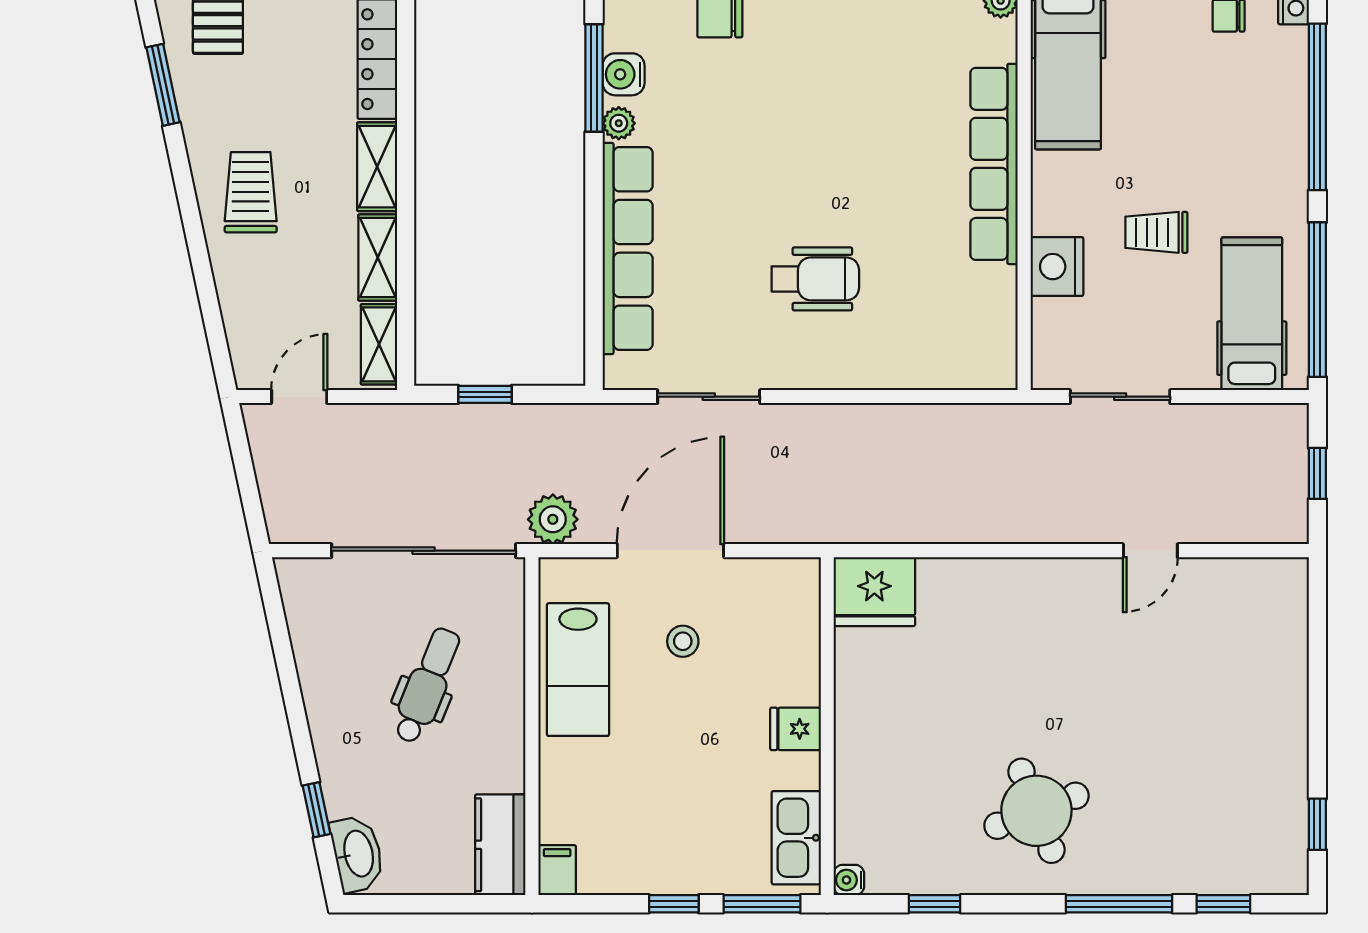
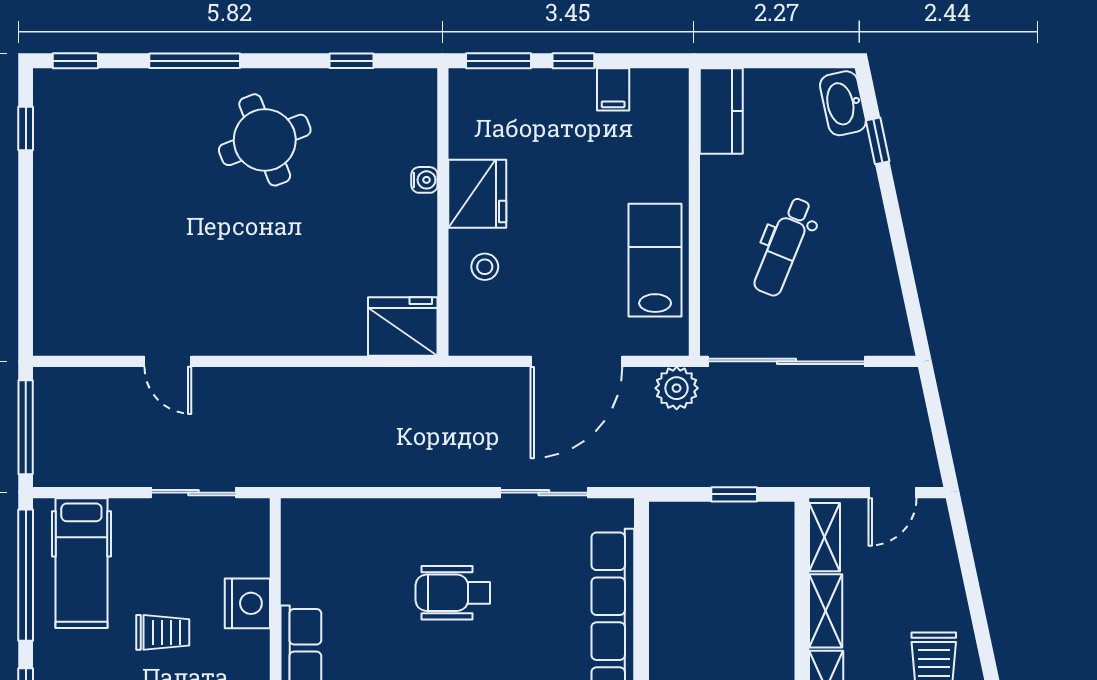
window: (1317, 473) -> (26, 427), width x2.17
door: (1150, 551) -> (168, 361), swing flipped
stool: (683, 641) -> (485, 267), moved
fridge: (796, 729) -> (477, 194), width x1.88, depth x1.34
kitchen sink: (796, 838) -> (469, 117), removed
filing cabinet: (557, 870) -> (613, 89), moved
water cooler: (849, 880) -> (424, 180), moved
window: (1223, 904) -> (75, 61), moved

